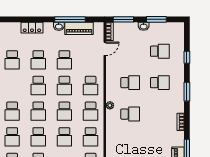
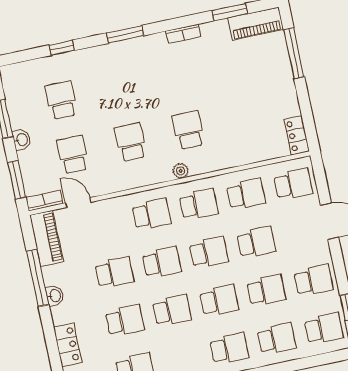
piano: (79, 28) -> (47, 238), moved
school desk: (160, 83) -> (73, 155), moved

